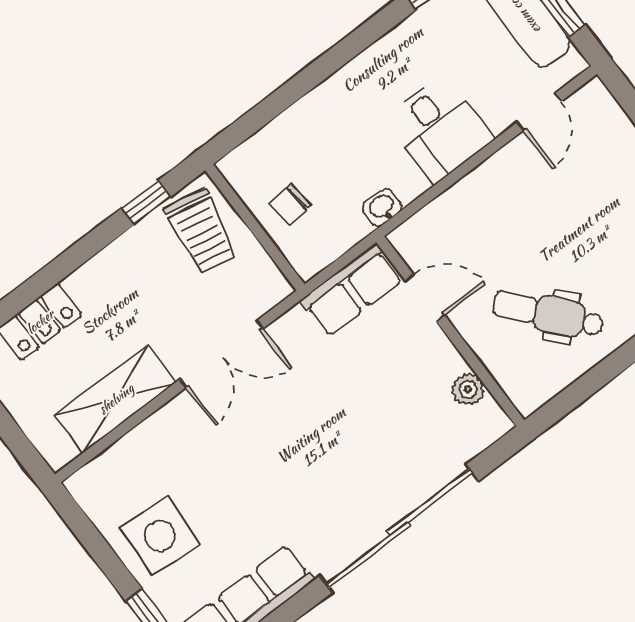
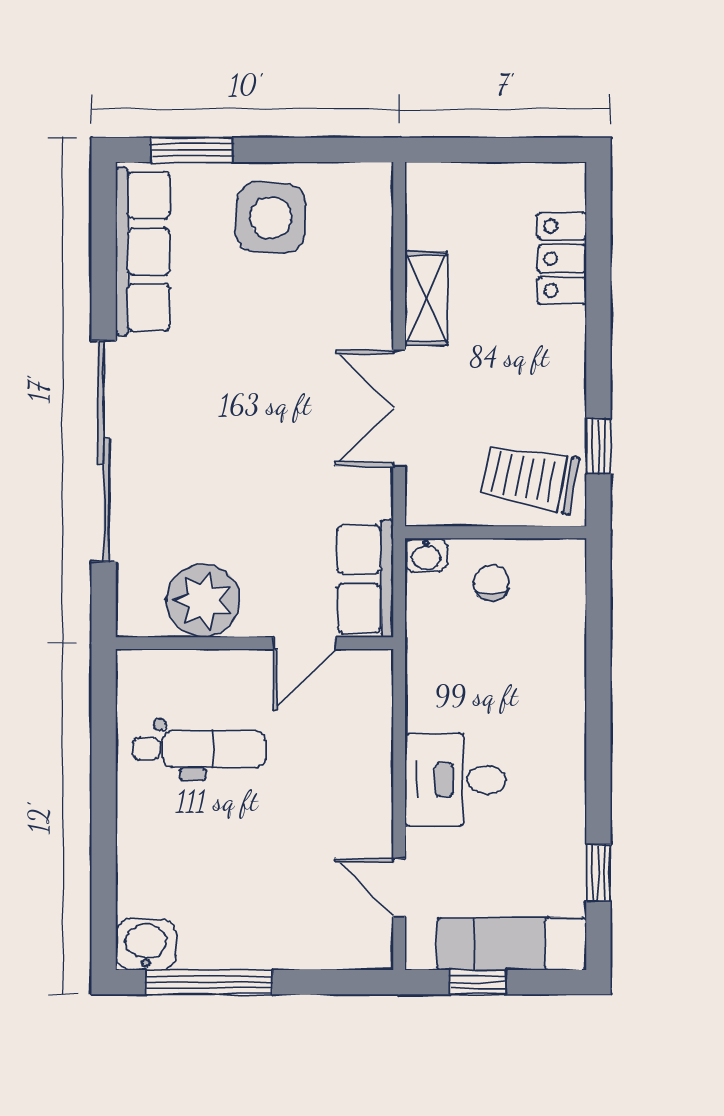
washbasin: (382, 207) -> (426, 555), moved, turned 90
dental chair: (548, 314) -> (199, 749), turned 40
plant: (468, 389) -> (203, 601), width x1.87, depth x1.87
shelving: (116, 399) -> (426, 298), width x0.67, depth x0.75

